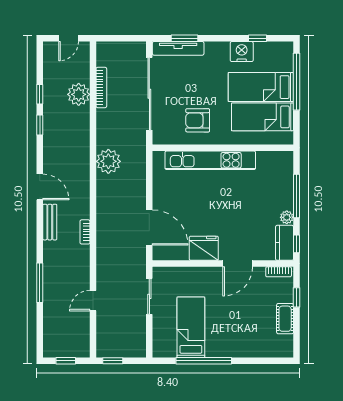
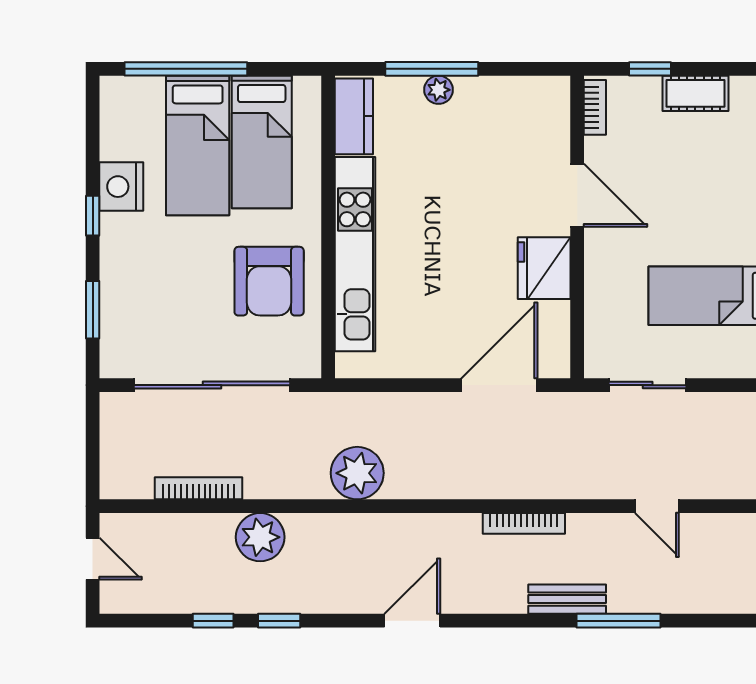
window: (258, 38) -> (93, 216), moved
tv unit: (178, 48) -> (114, 323), removed
plant: (79, 94) -> (260, 537), moved
armchair: (198, 120) -> (269, 281), width x1.36, depth x1.36
plant: (287, 217) -> (439, 90), moved
bench: (50, 222) -> (567, 599), moved
bookcase: (85, 232) -> (524, 523), width x1.56
kitchen counter: (285, 243) -> (354, 116), moved, turned -90
window: (296, 244) -> (535, 69), removed

